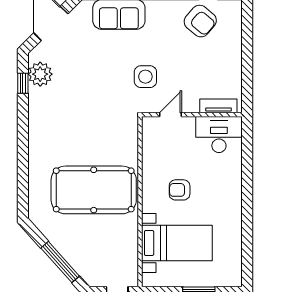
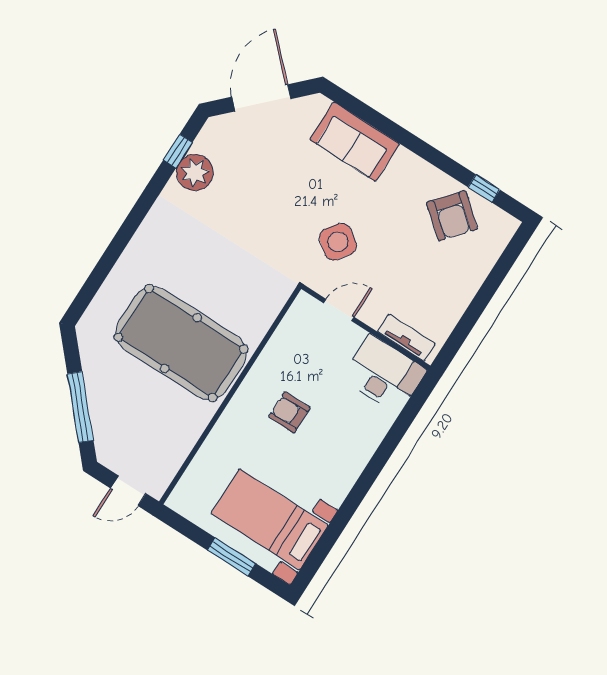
plant: (40, 74) -> (195, 173), moved
side table: (145, 77) -> (338, 242), turned 36
bed with nightstands: (177, 243) -> (270, 519), moved, turned 180

